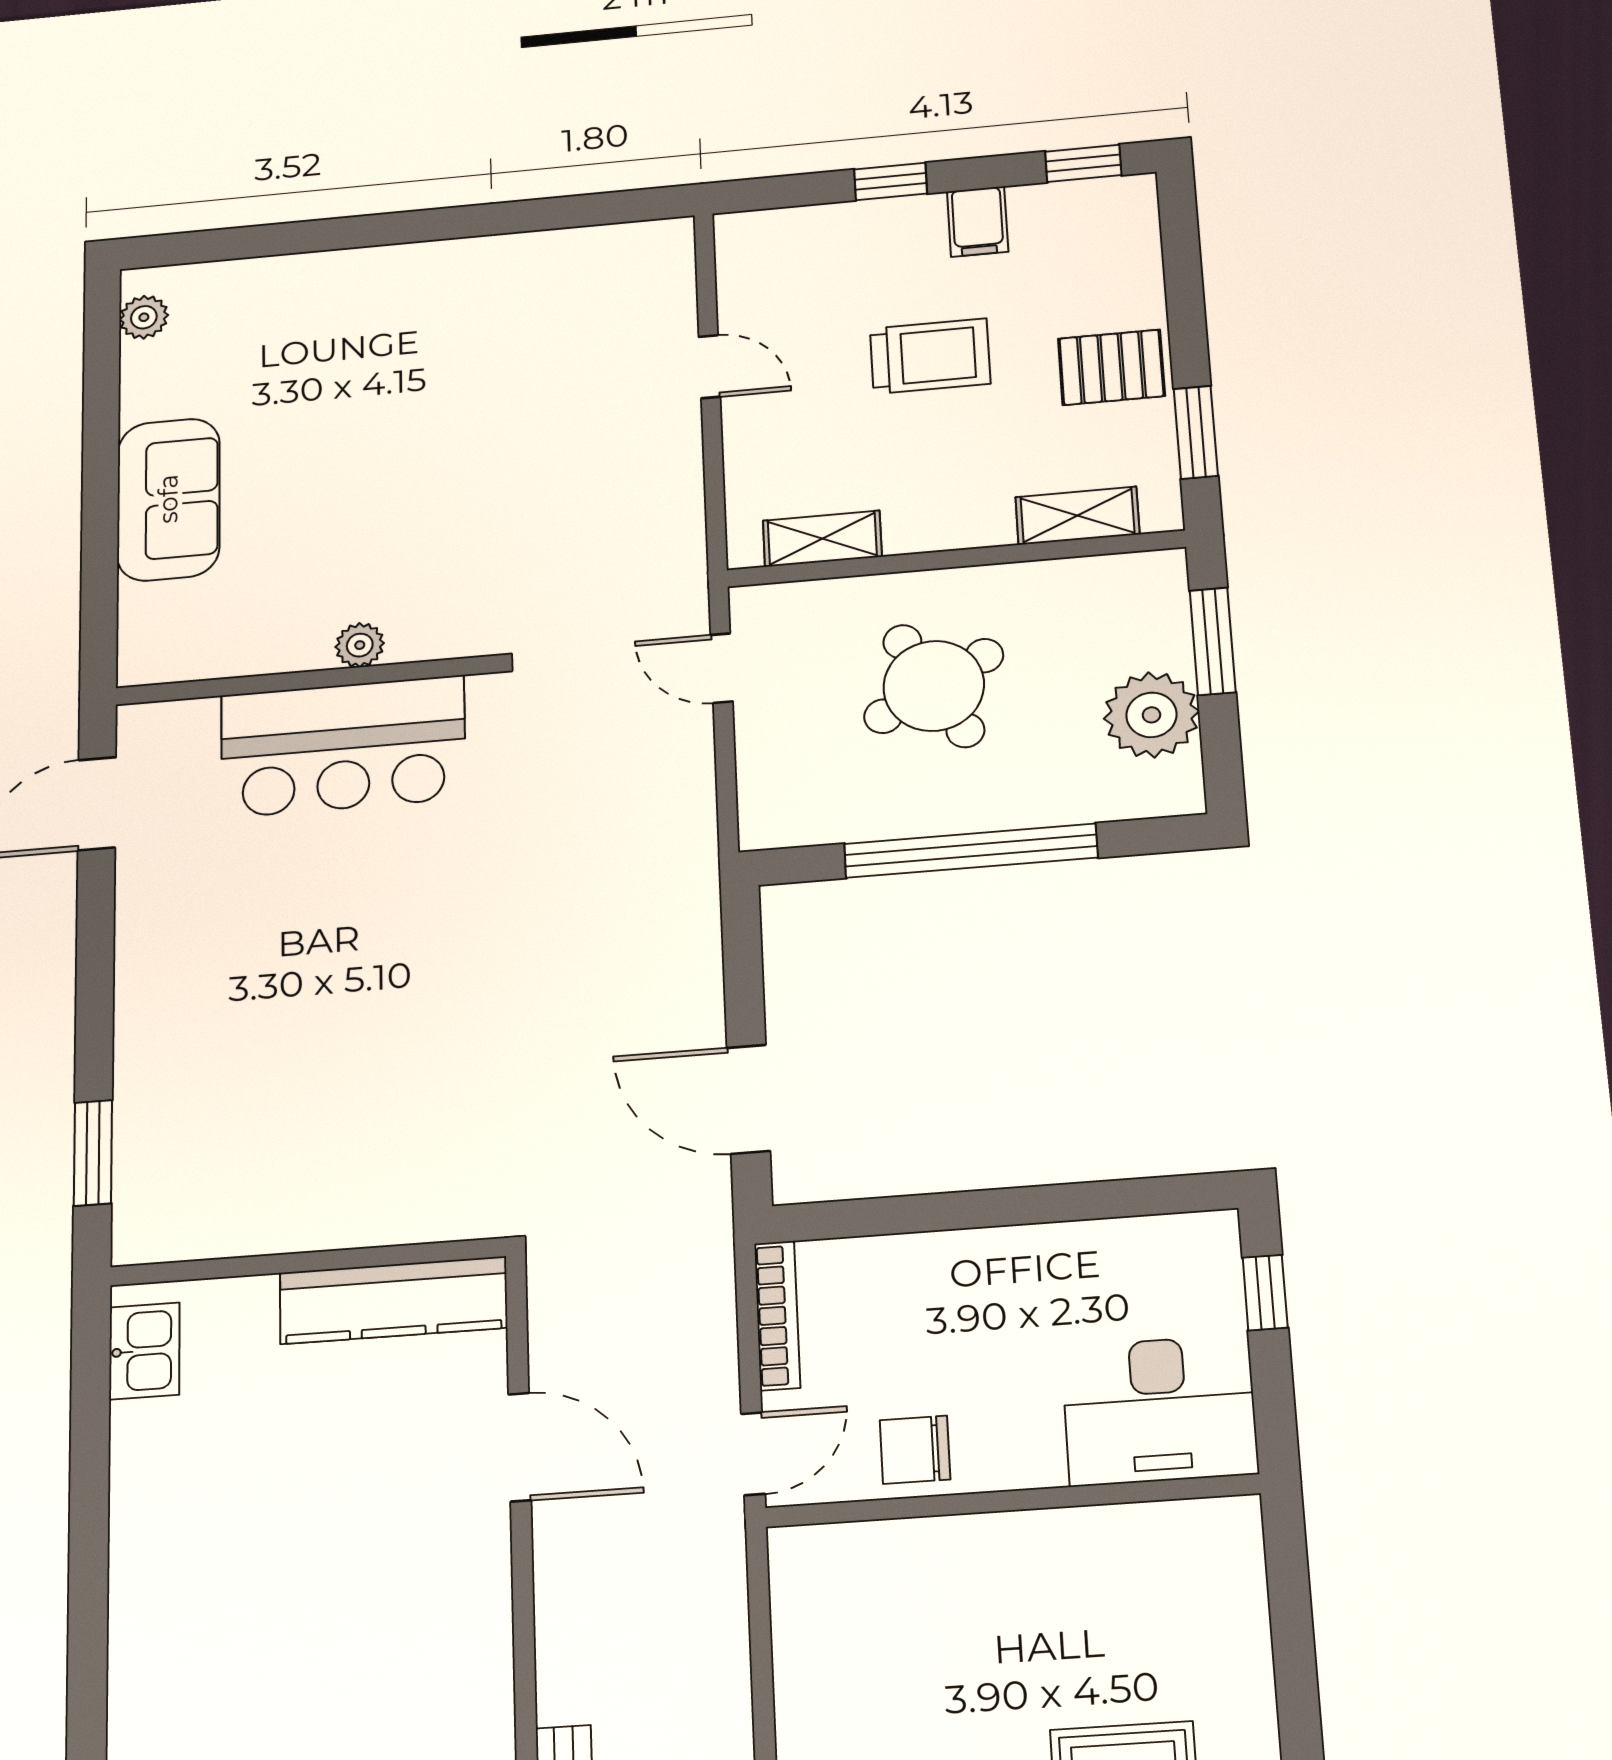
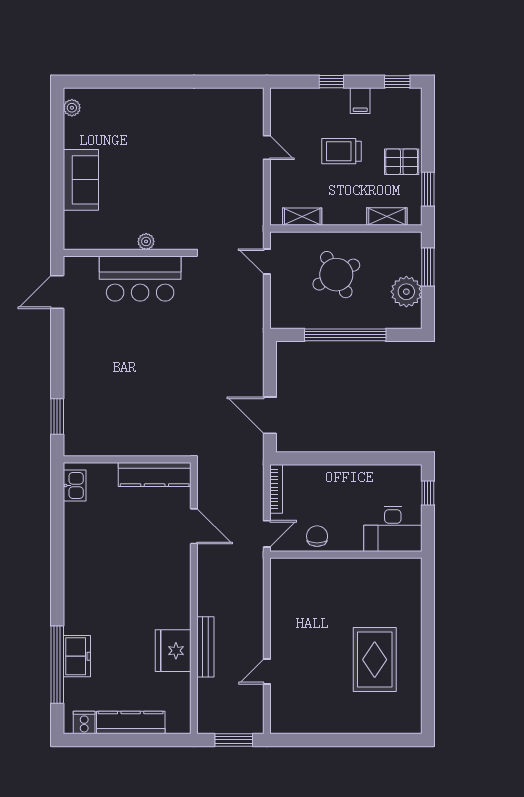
trolley: (930, 356) -> (341, 151), turned 180
chair: (915, 1450) -> (317, 536), turned 90

